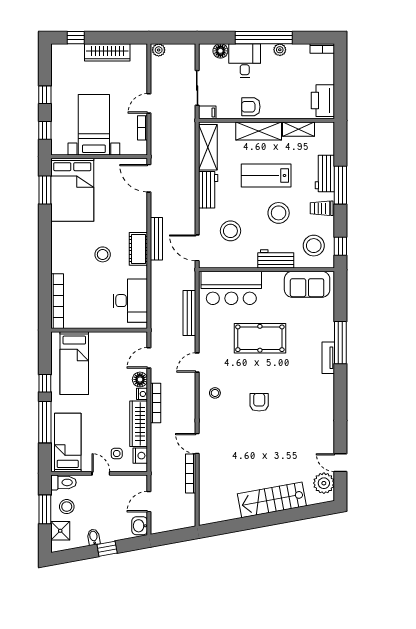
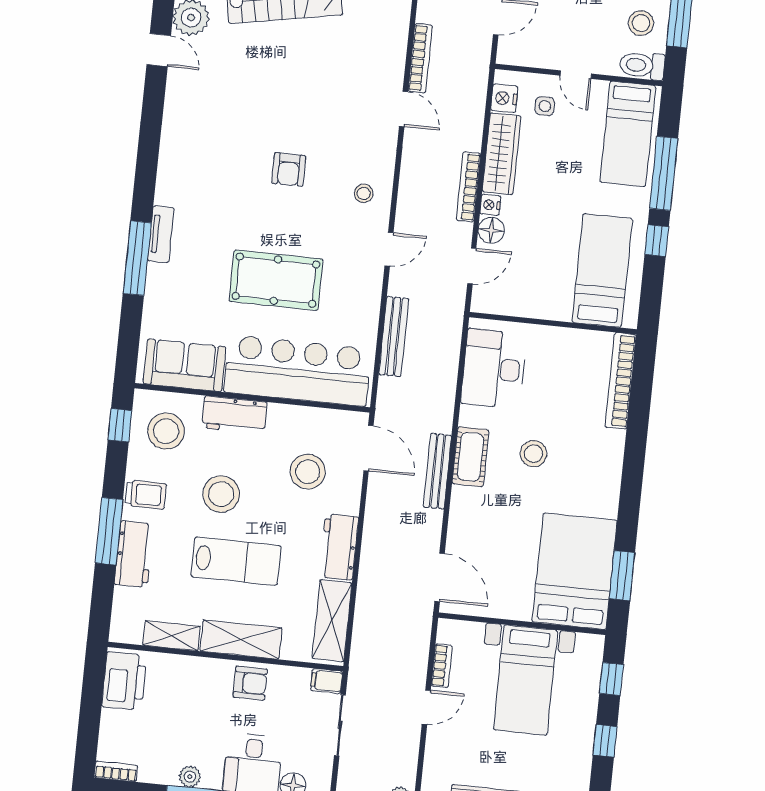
bar counter: (231, 288) -> (298, 371), width x1.36

